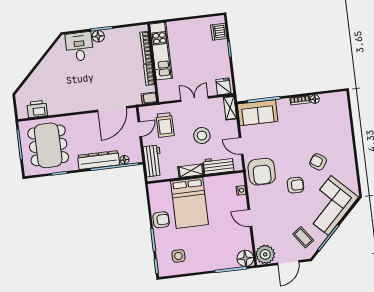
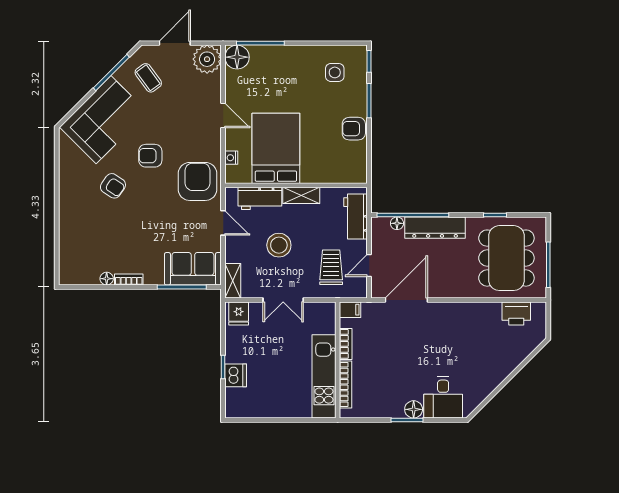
dishwasher: (219, 32) -> (236, 375), moved
bed: (189, 203) -> (276, 148), moved

